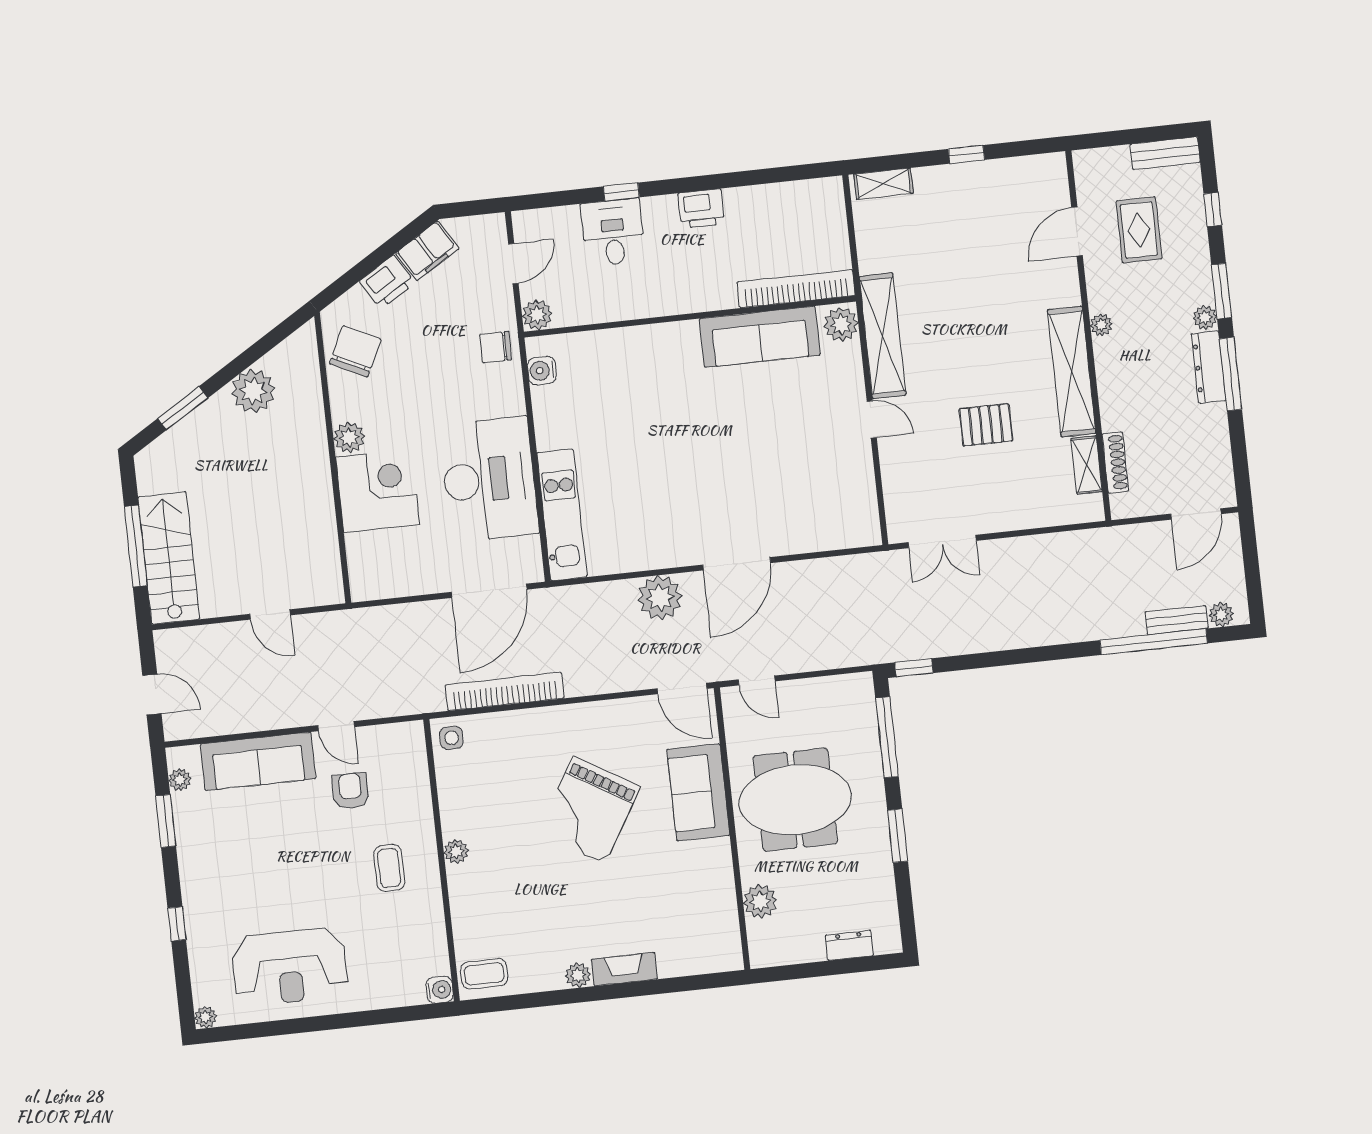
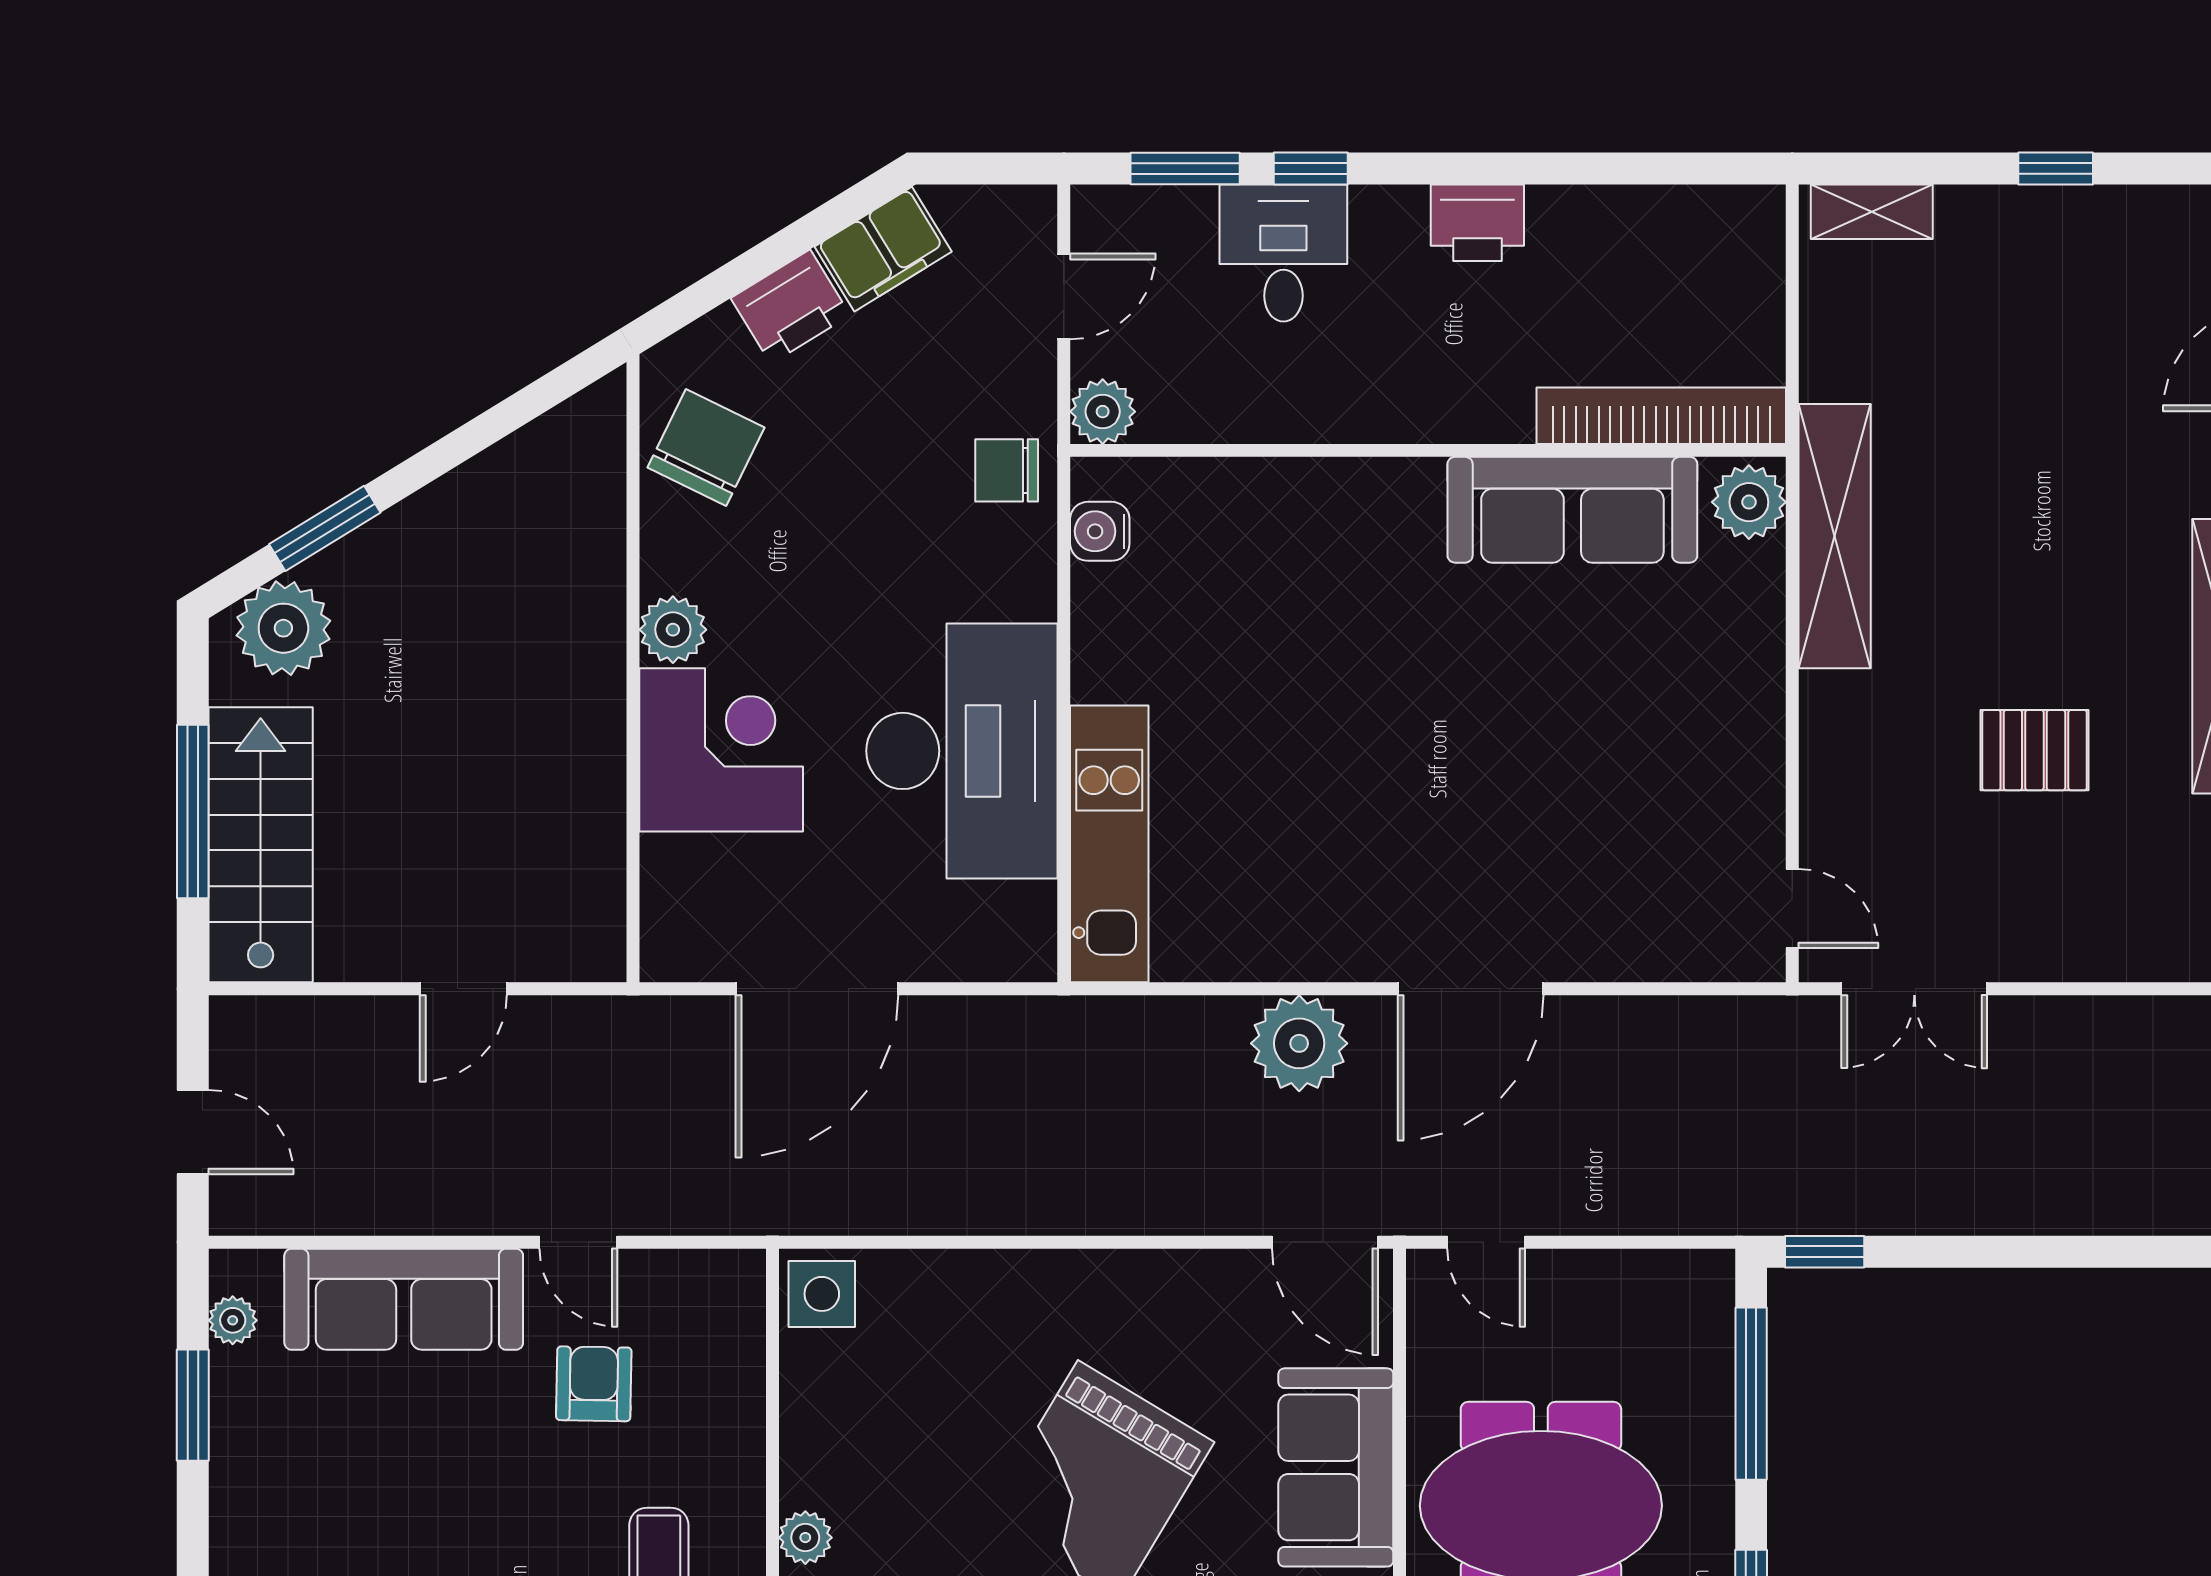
window: (563, 198) -> (1185, 168), added
plant: (253, 391) -> (283, 628), moved
door: (872, 419) -> (1792, 909), moved
door: (489, 591) -> (817, 989), moved
door: (270, 615) -> (463, 989), hinge flipped
bookcase: (505, 691) -> (946, 1207), removed
side table: (451, 738) -> (822, 1294), width x1.37, depth x1.37

